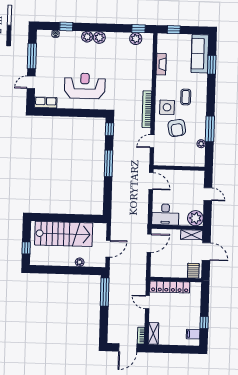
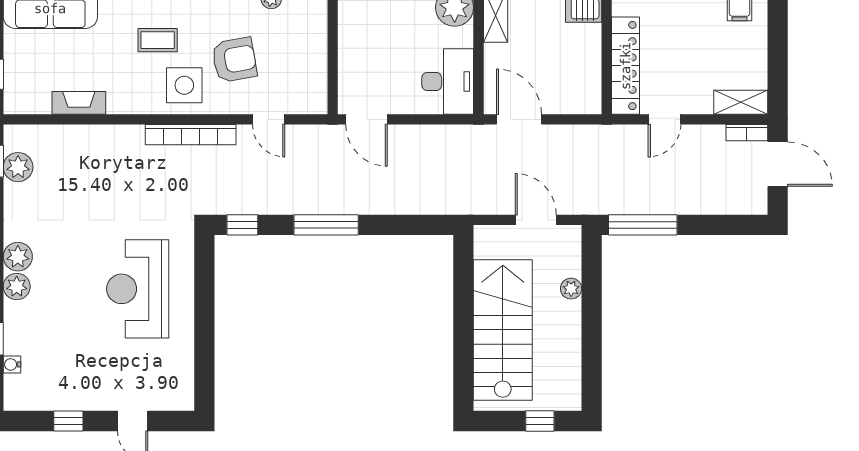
window: (32, 56) -> (68, 421), width x0.46
row of seats: (46, 102) -> (181, 384), removed
door: (151, 181) -> (367, 119), swing flipped

